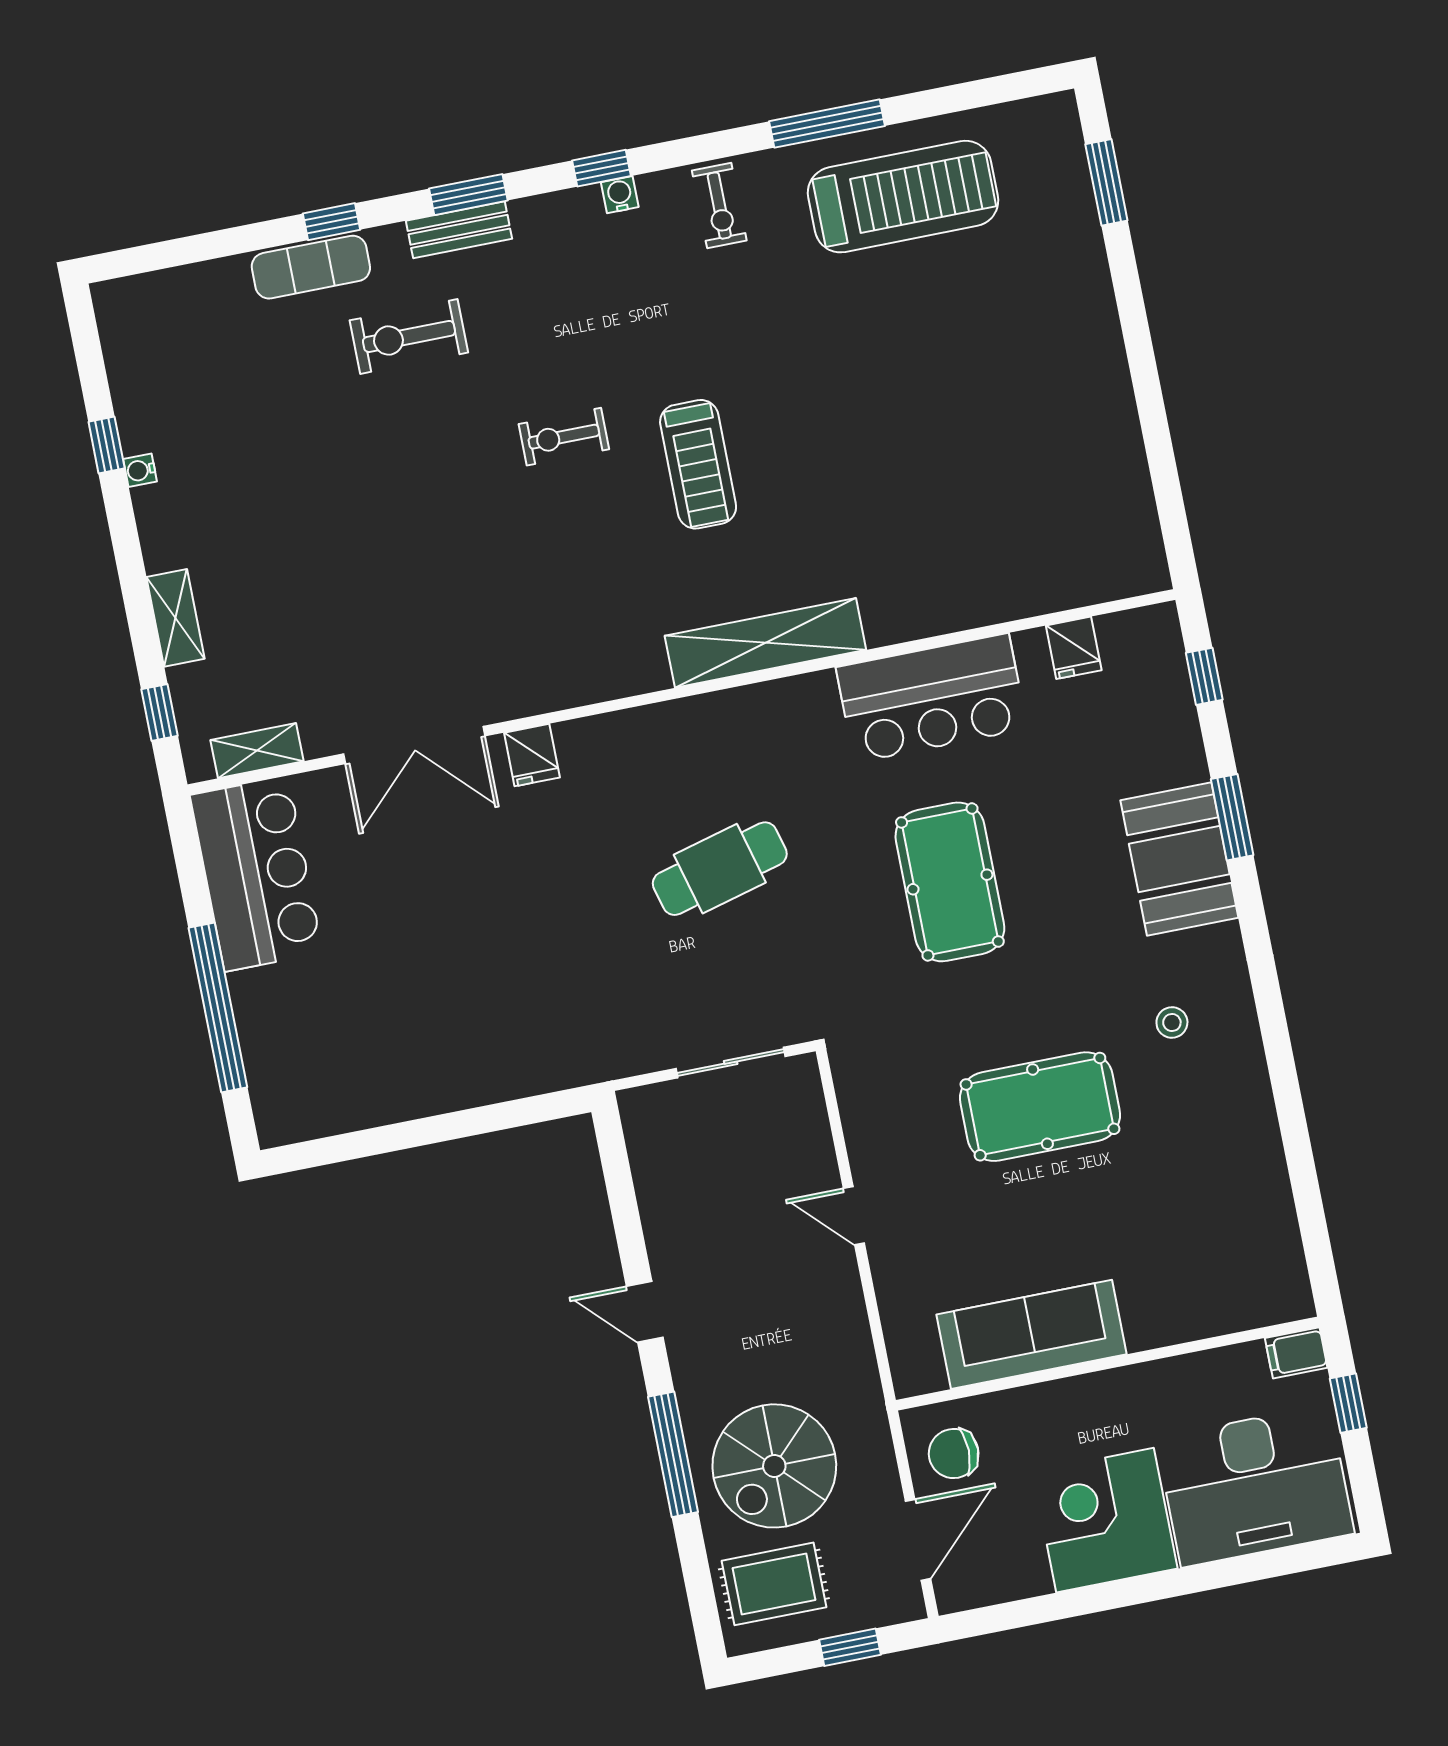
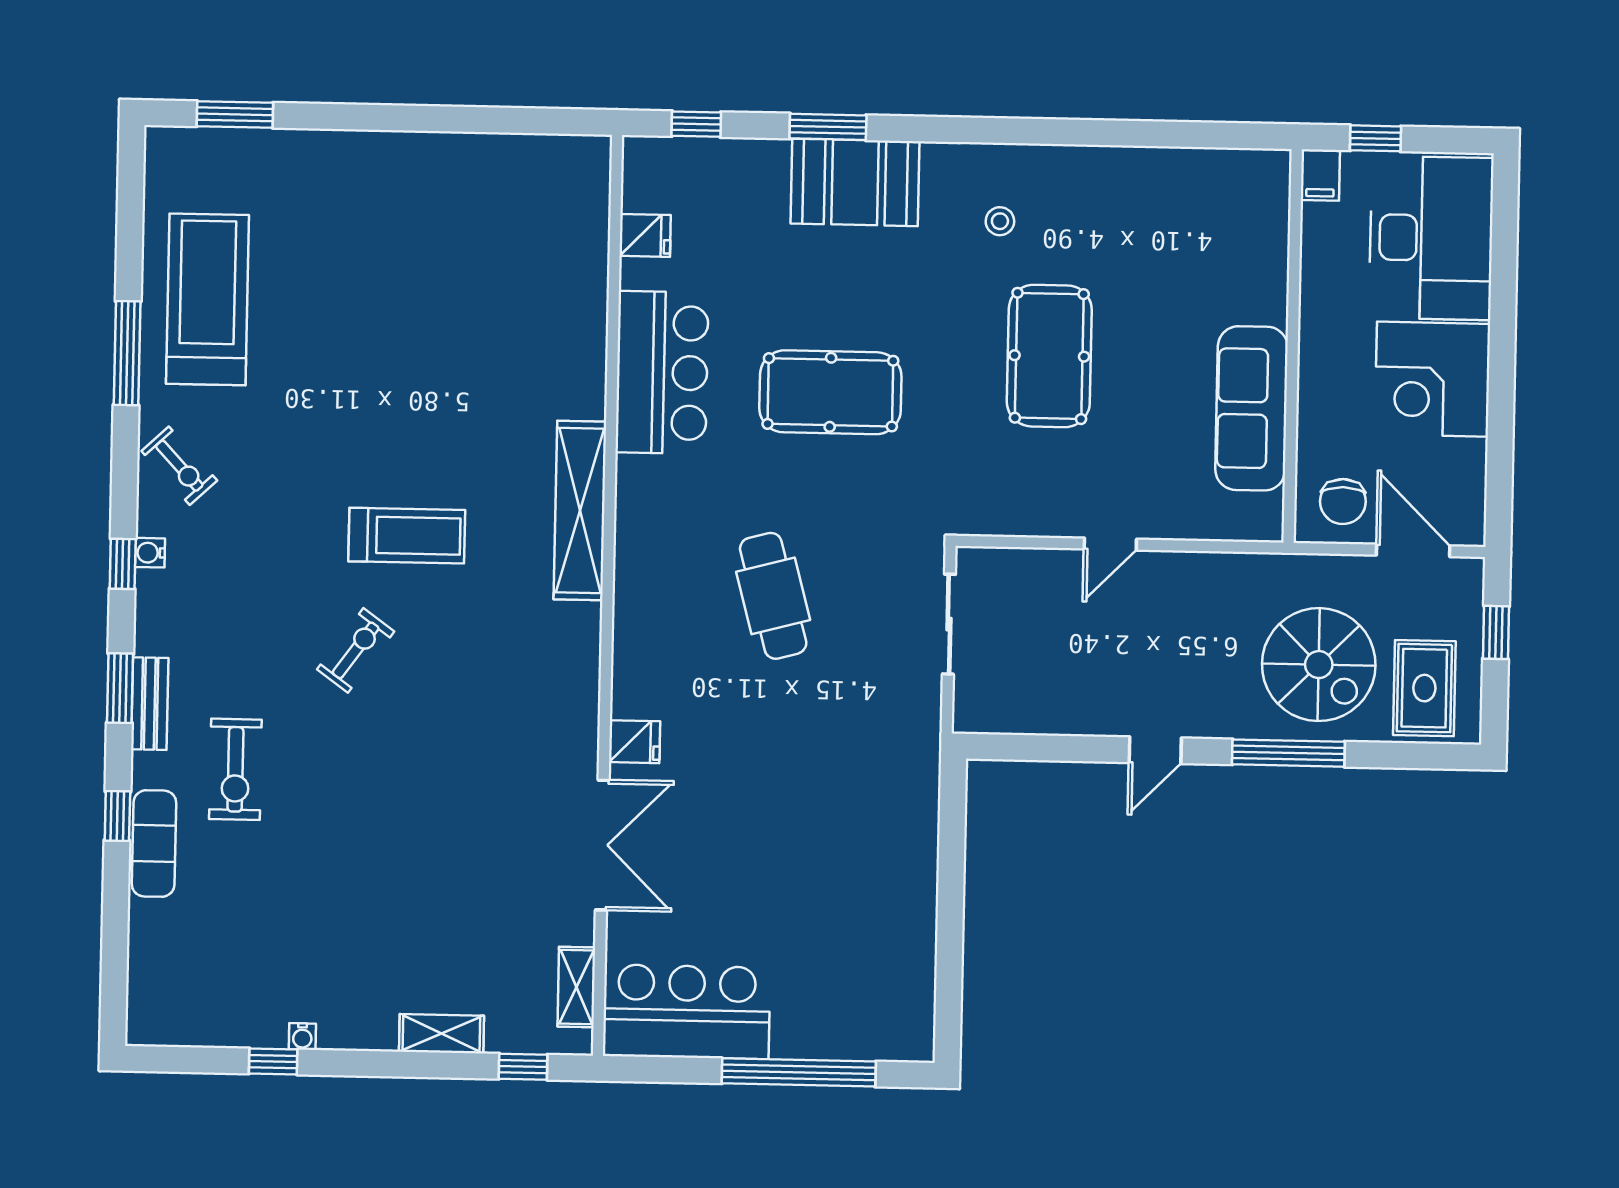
exercise bike: (719, 206) -> (179, 466), turned 47
exercise bike: (564, 437) -> (356, 650), turned -144

